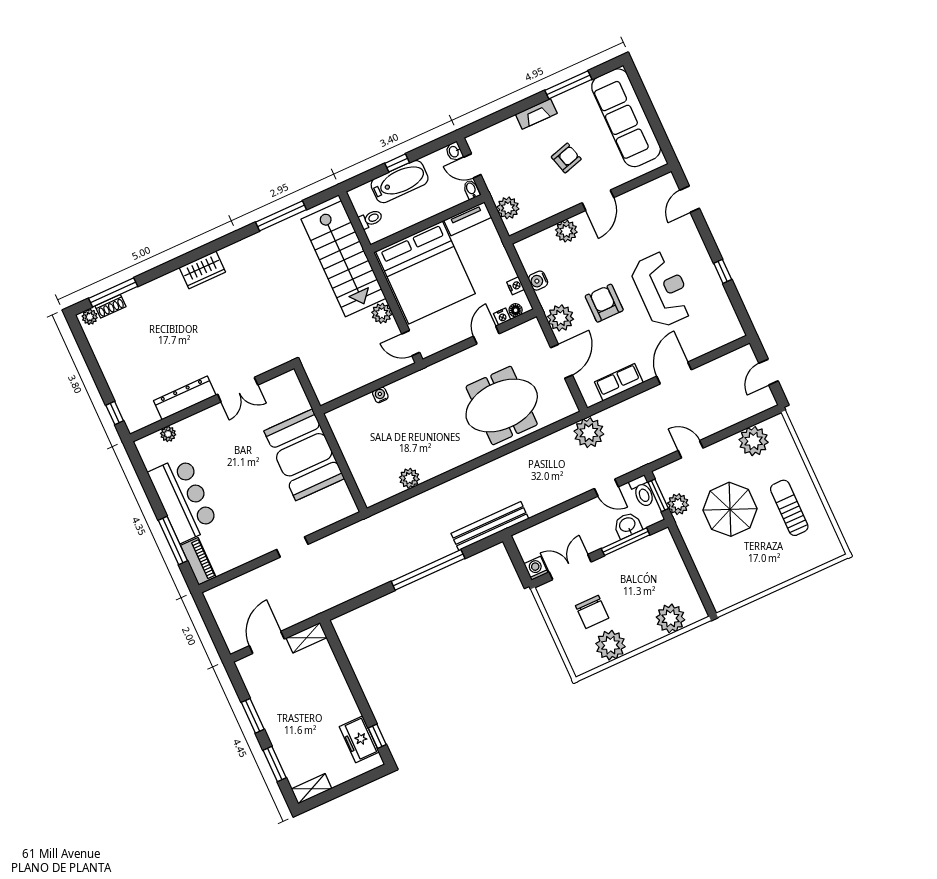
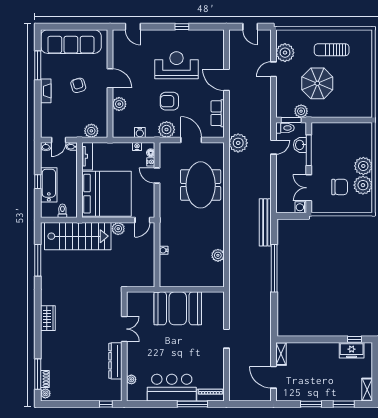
door: (691, 449) -> (273, 69), moved
plant: (670, 618) -> (363, 166), moved

